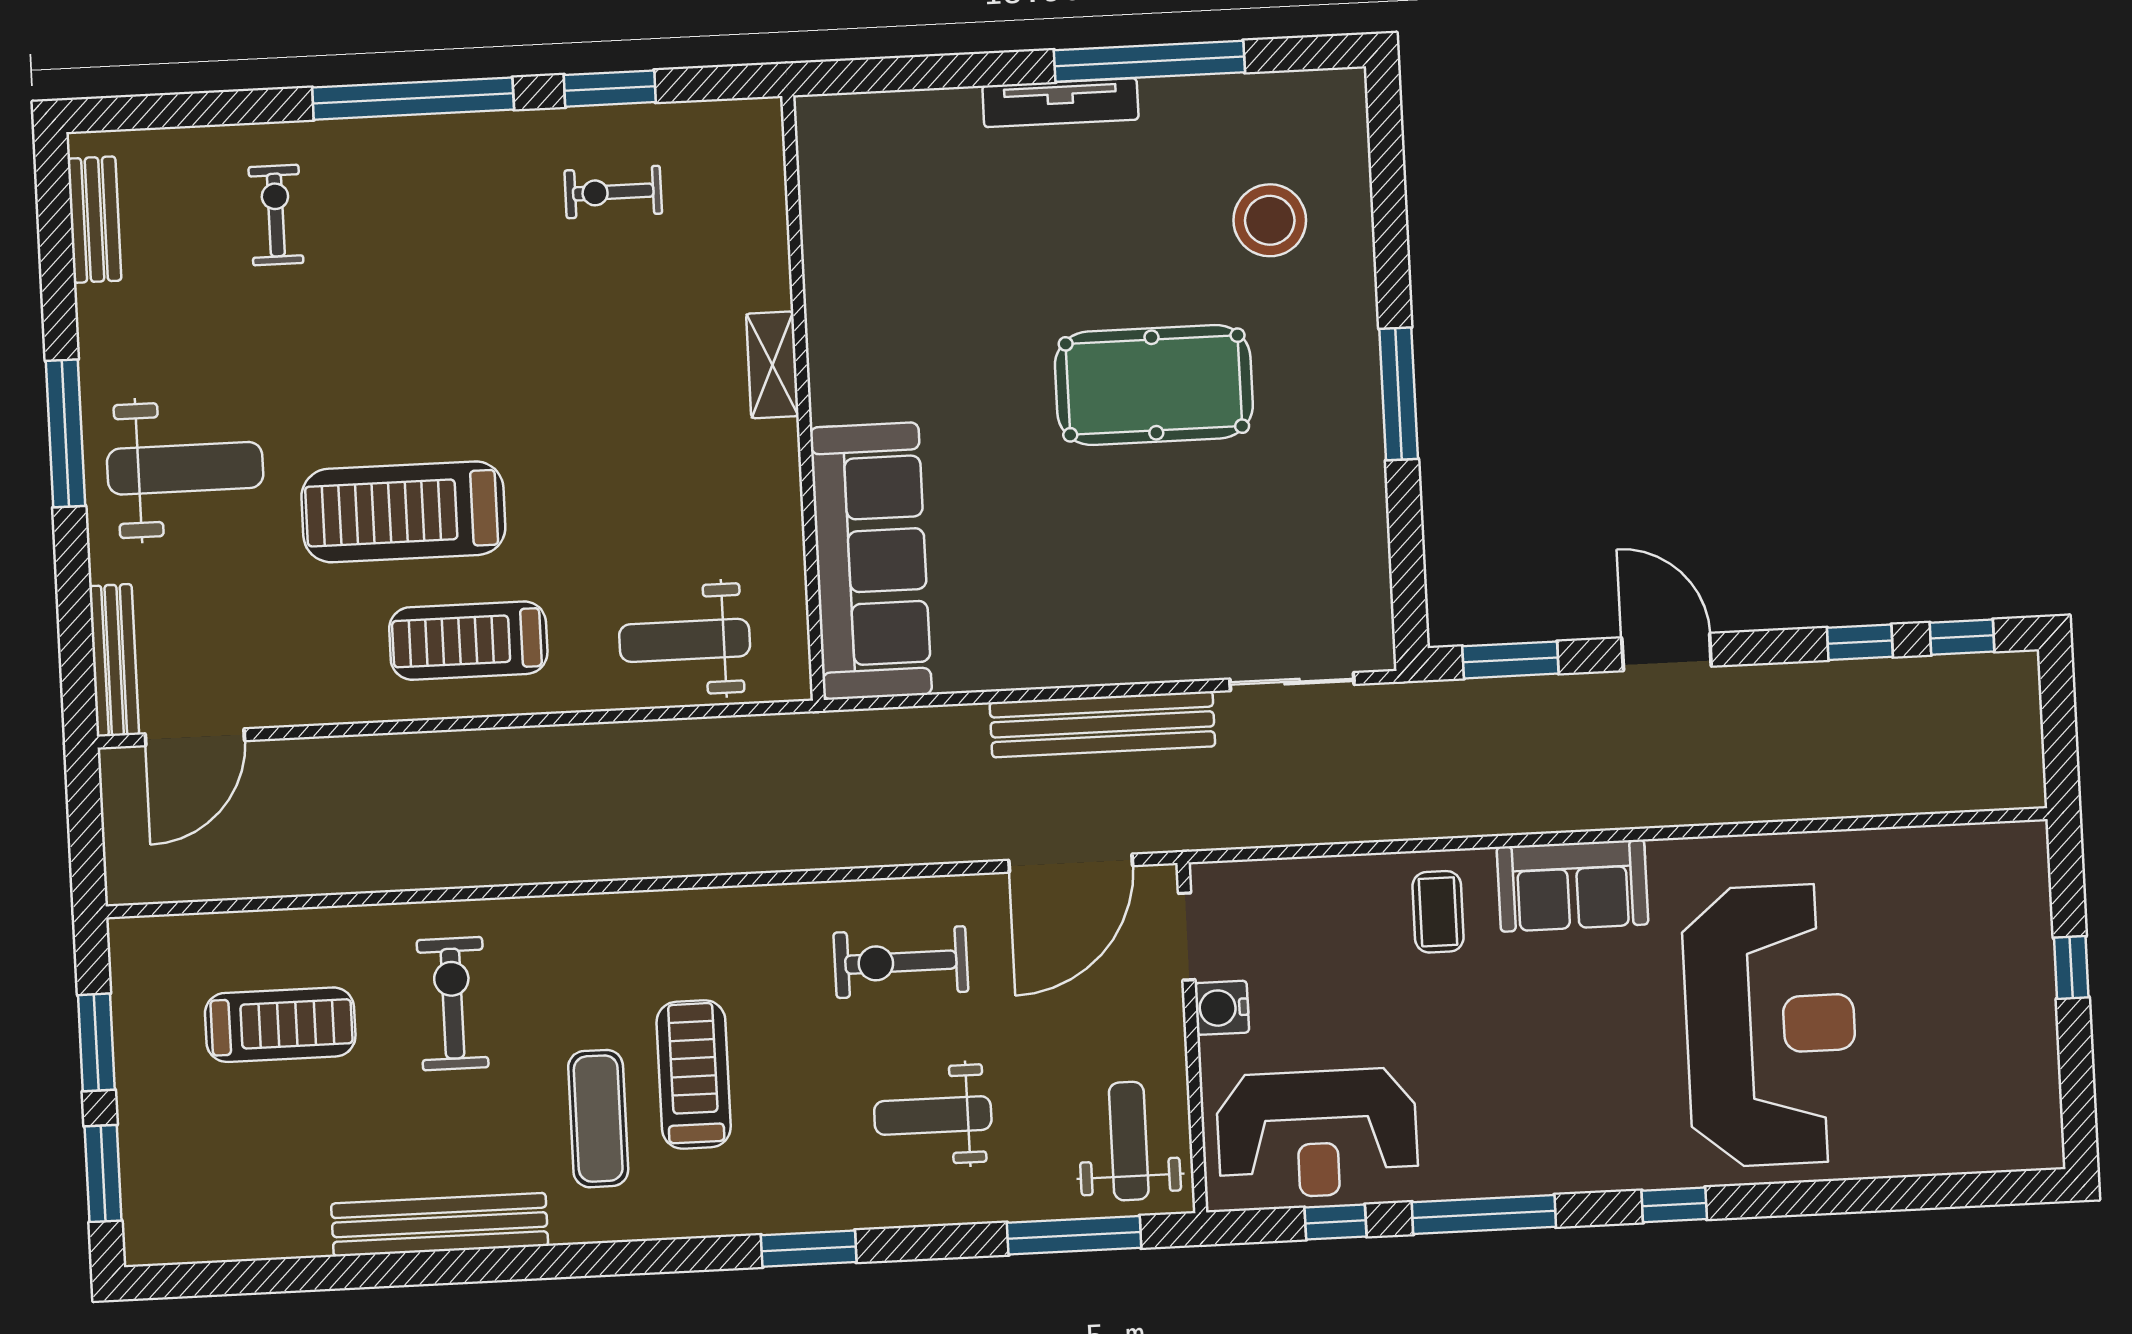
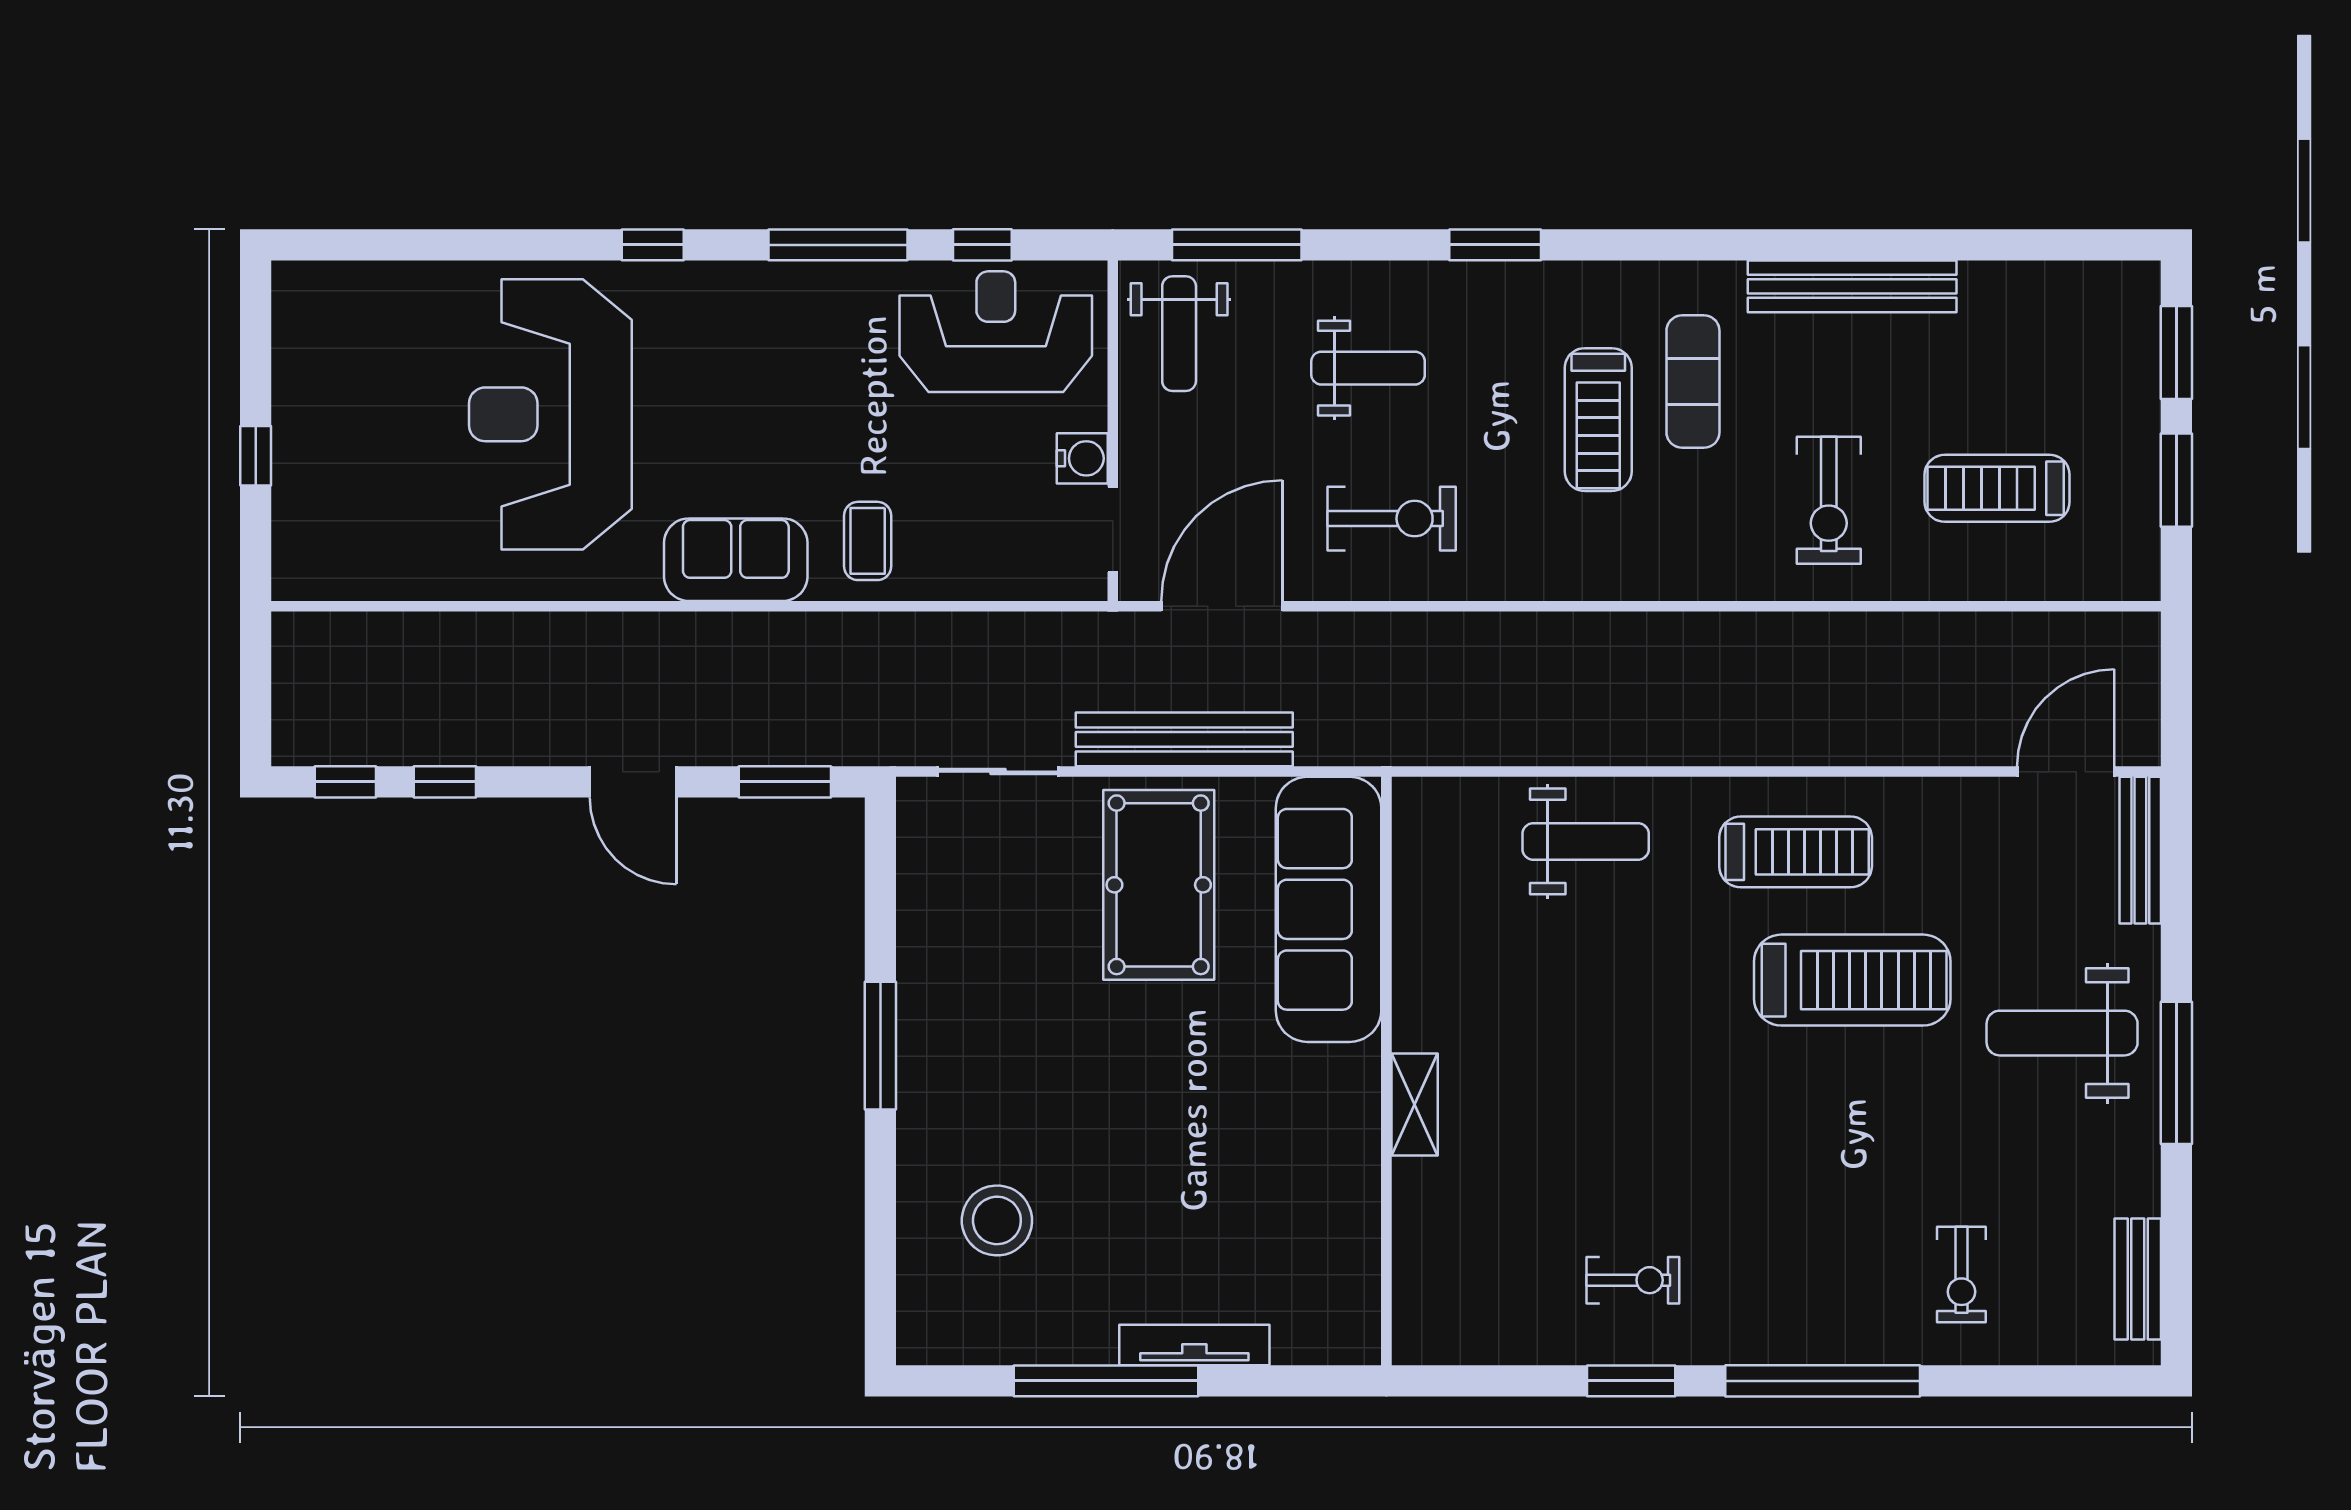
shelving: (772, 365) -> (1415, 1105), moved
pool table: (1154, 385) -> (1159, 885), moved, turned 90
wall: (803, 398) -> (1386, 1071), moved
sofa: (871, 561) -> (1329, 909), moved

